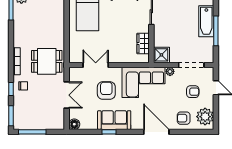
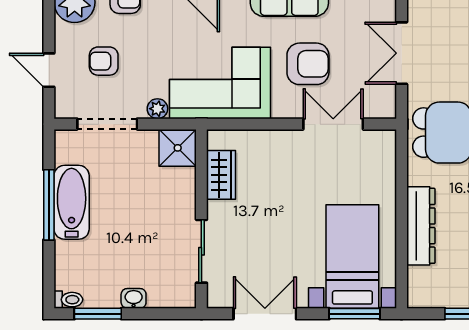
bathtub: (206, 21) -> (72, 202), moved
dresser: (59, 22) -> (421, 226), added
double door: (96, 65) -> (333, 124), swing flipped
armchair: (106, 91) -> (308, 64), turned -90

